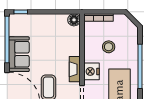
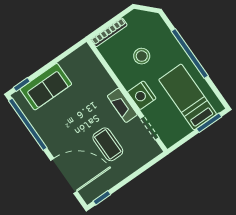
floor lamp: (74, 20) -> (85, 53), removed
sofa: (19, 54) -> (46, 87), moved, turned 90

